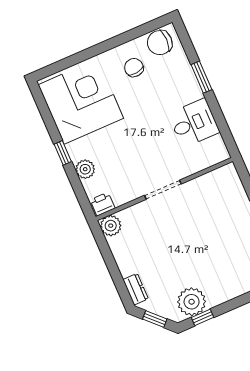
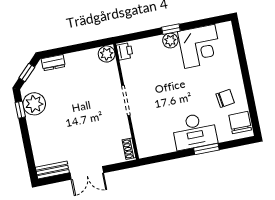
corner desk: (81, 101) -> (200, 46), width x0.74, depth x0.74
desk: (194, 123) -> (194, 131), moved, width x1.37
plant: (85, 169) -> (170, 41), moved
shoe rack: (222, 173) -> (129, 149), added

